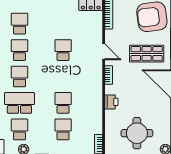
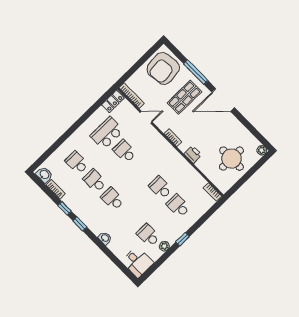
door: (104, 52) -> (146, 117), moved
school desk: (19, 103) -> (107, 133), moved

